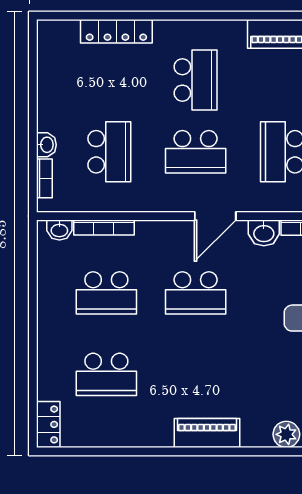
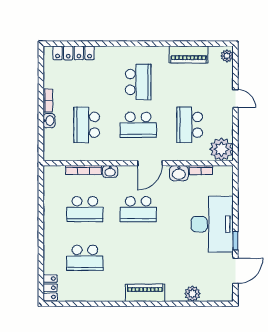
locker: (116, 31) -> (74, 53), moved
school desk: (109, 152) -> (87, 125), turned 180
bookcase: (44, 178) -> (48, 100), moved
washbasin: (59, 230) -> (110, 171), moved

